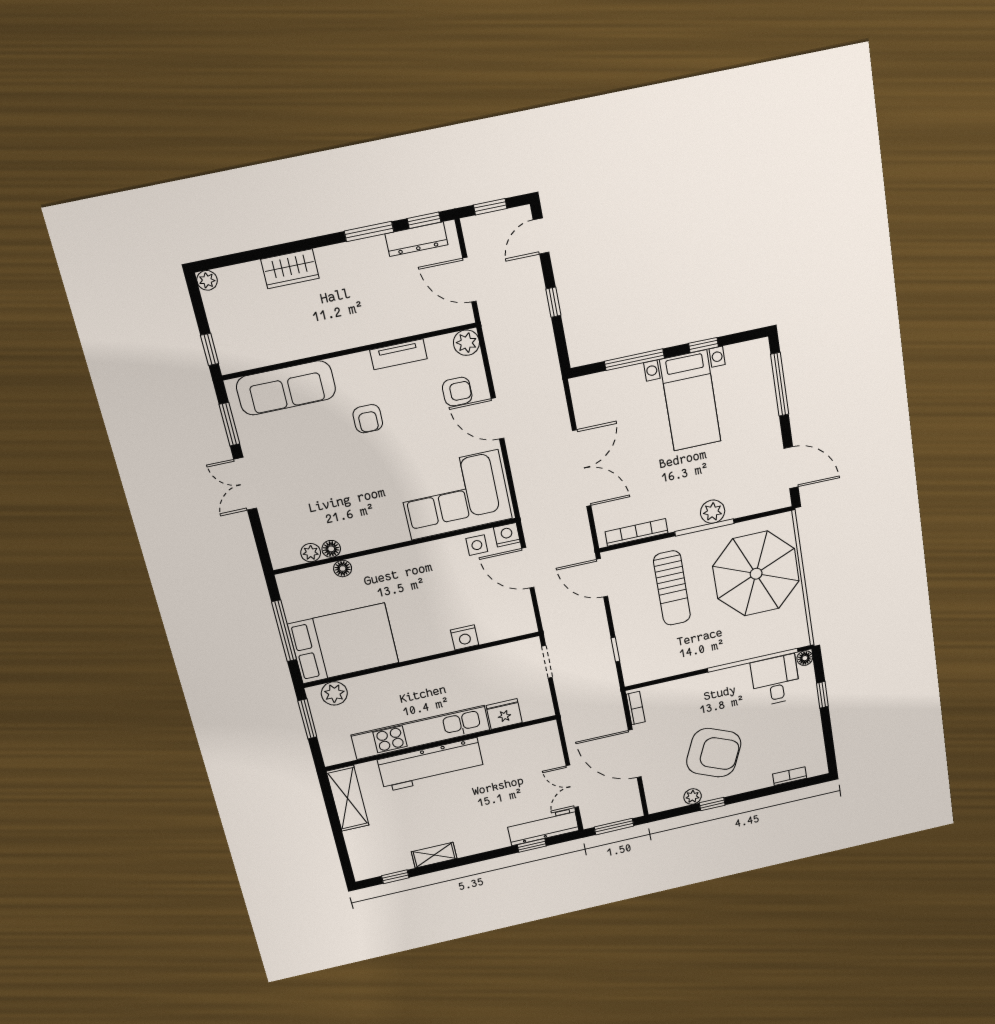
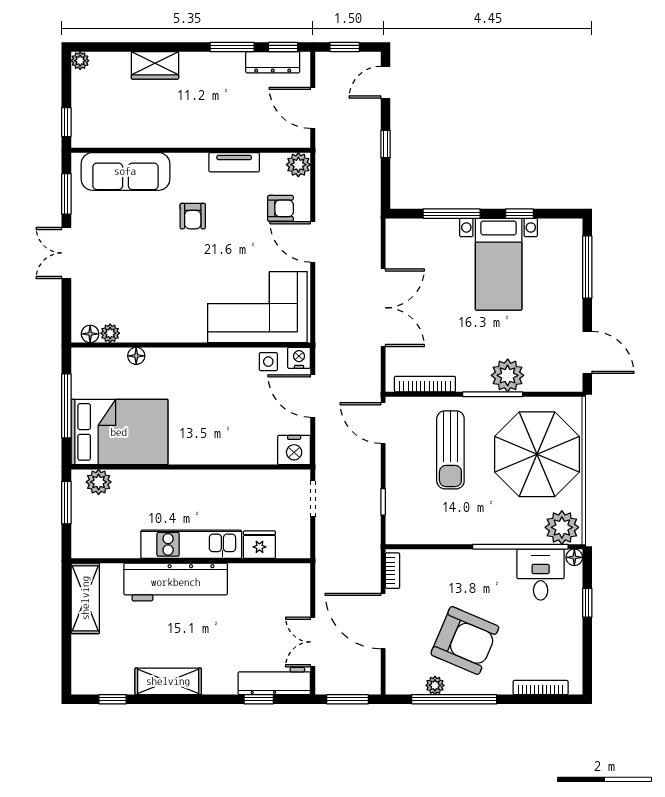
plant: (713, 512) -> (508, 375), width x1.36, depth x1.36
floor lamp: (331, 549) -> (90, 334), moved
plant: (789, 634) -> (562, 527), added
nightstand: (465, 637) -> (294, 450), moved, width x1.36, depth x1.33
kitchen unit: (421, 732) -> (191, 544), width x0.73
bookcase: (790, 776) -> (541, 688), width x1.56
window: (712, 804) -> (454, 699), width x3.17
shelving: (434, 855) -> (168, 681), width x1.50, depth x1.33

